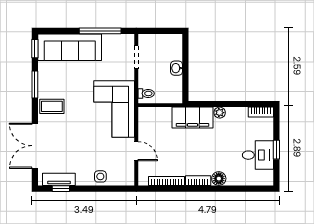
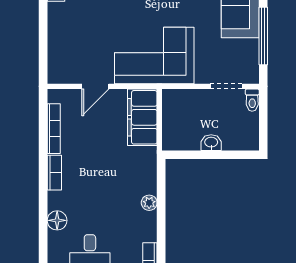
toilet: (146, 93) -> (252, 100), moved
filing cabinet: (193, 118) -> (142, 117), moved
side table: (100, 176) -> (60, 36), removed
floor lamp: (219, 179) -> (57, 220), moved

